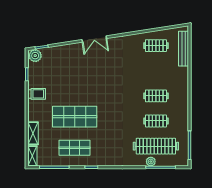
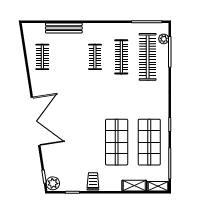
double door: (94, 39) -> (35, 121), width x1.87
bench: (183, 49) -> (64, 28), moved
clothes rail: (156, 121) -> (121, 57), width x1.36
shop shelf: (75, 148) -> (149, 142), width x1.43, depth x1.36
plant: (151, 162) -> (164, 39), moved

